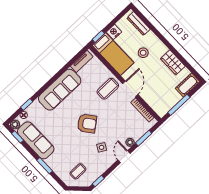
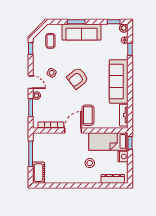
wardrobe: (173, 62) -> (64, 177), removed
door: (130, 89) -> (73, 131), swing flipped
sofa: (36, 140) -> (82, 32), moved

